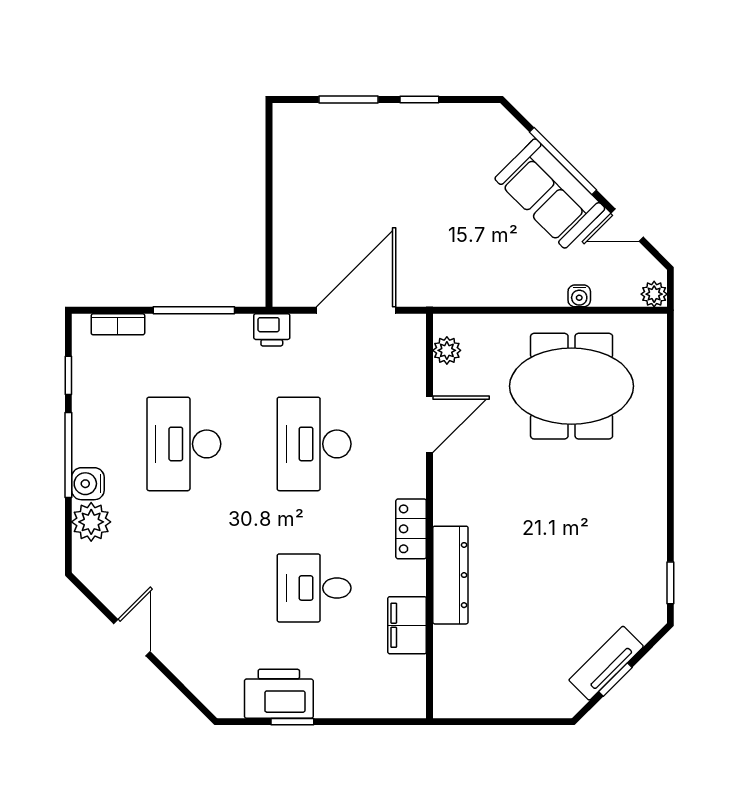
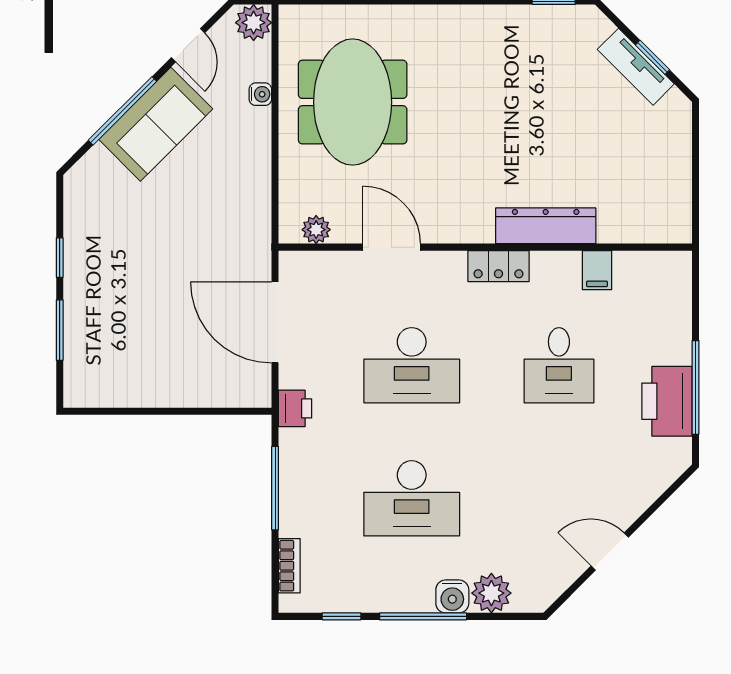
plant: (654, 294) -> (254, 23), width x1.38, depth x1.38
filing cabinet: (407, 625) -> (597, 270), width x0.50
window: (292, 722) -> (696, 387), width x2.17

